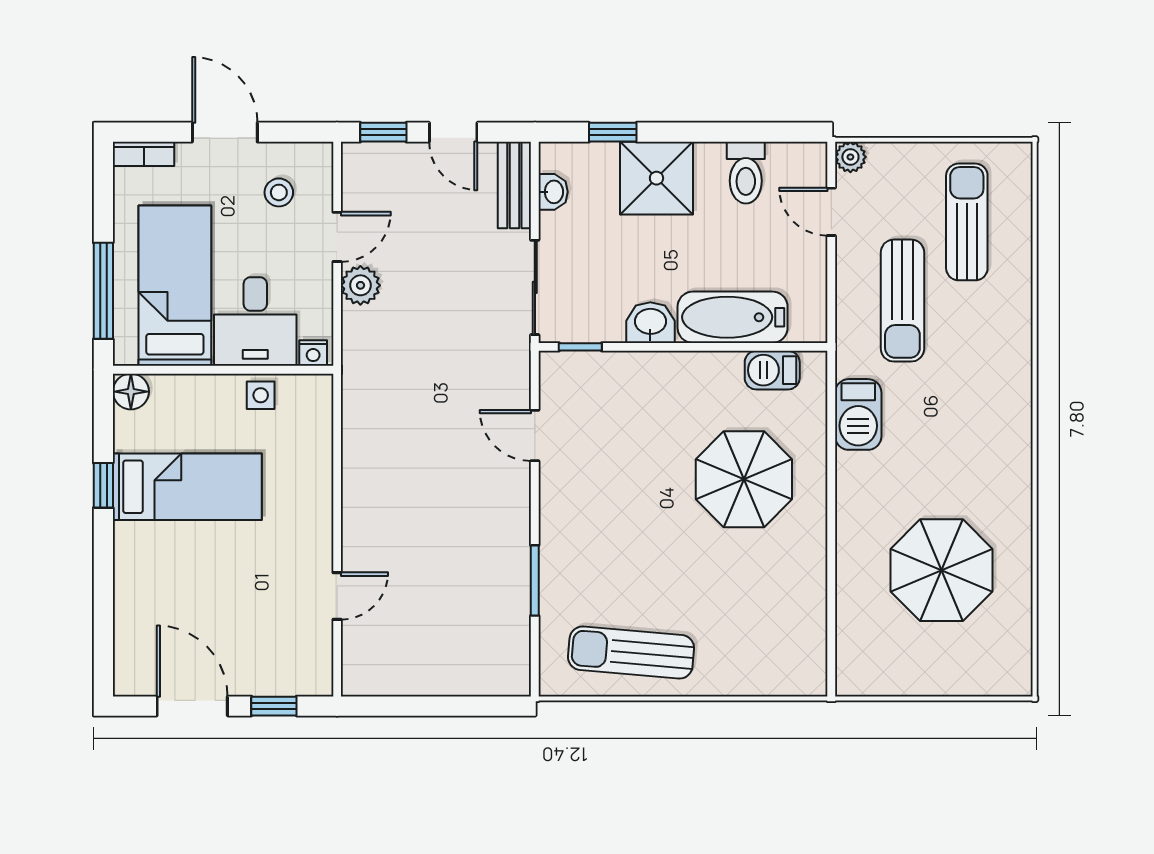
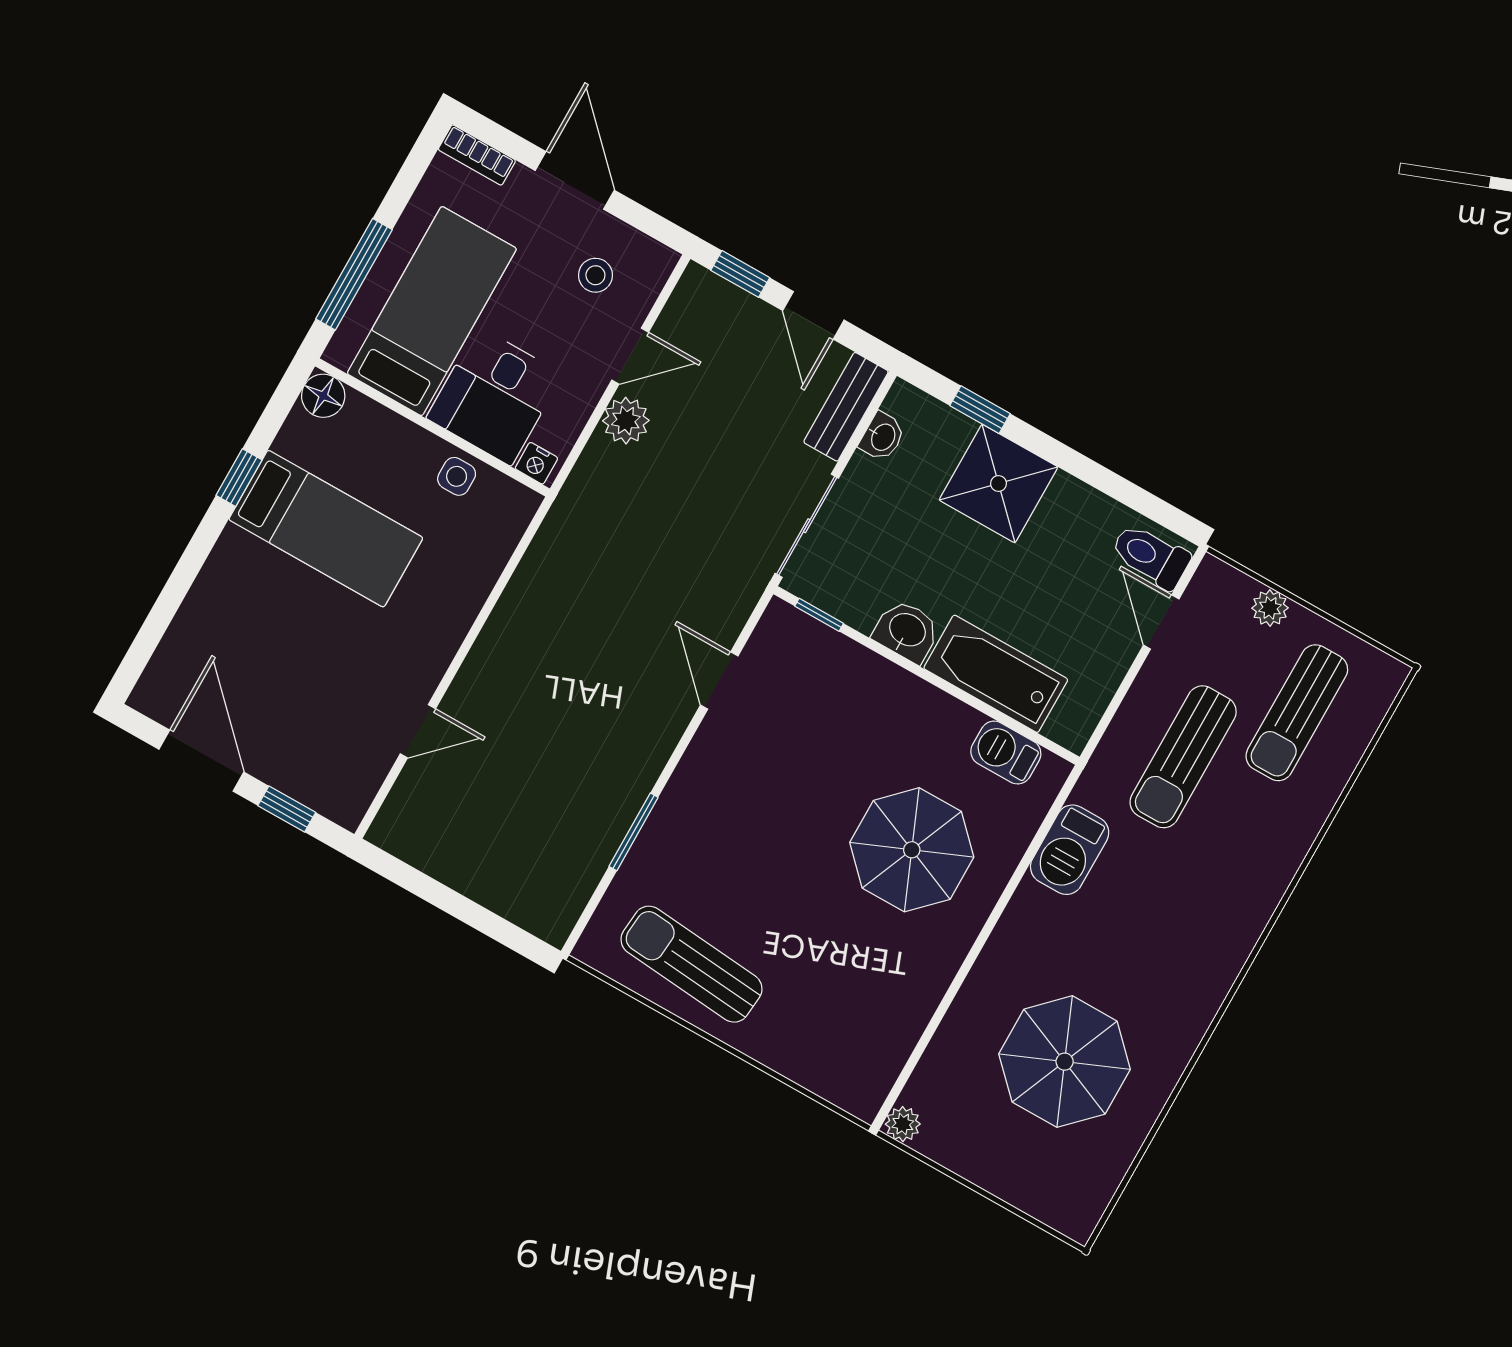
plant: (850, 157) -> (1270, 608), moved
toilet: (746, 173) -> (1150, 556), moved, turned 90
sun lounger: (967, 222) -> (1297, 713), turned 180
plant: (850, 682) -> (903, 1124), added

